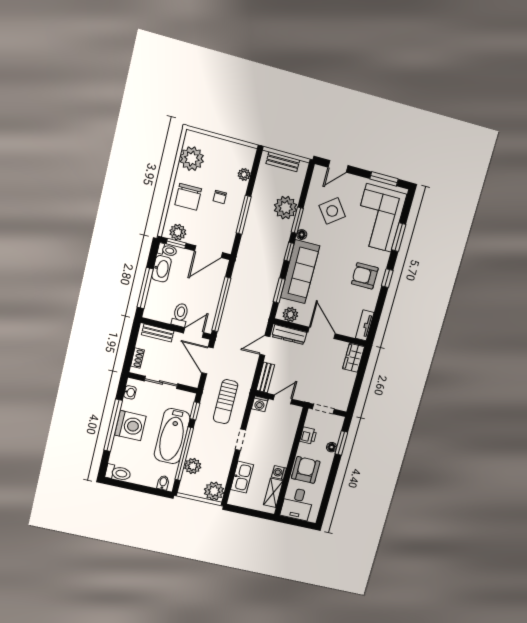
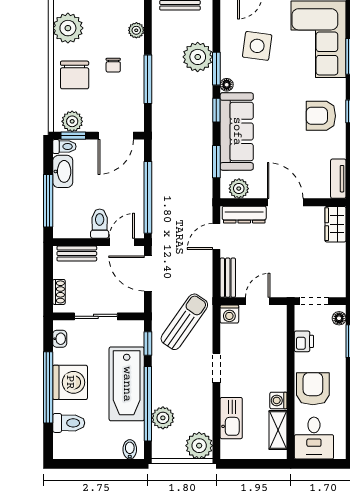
side table: (332, 211) -> (257, 46), turned 45
sun lounger: (226, 402) -> (184, 322), turned -145
floor lamp: (332, 447) -> (339, 318), moved
toilet: (118, 473) -> (69, 423), moved

